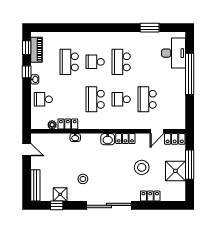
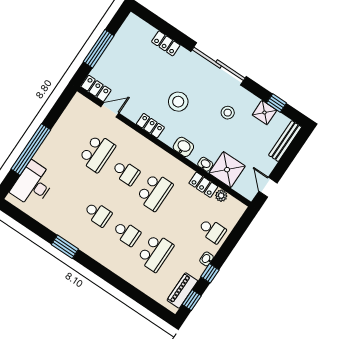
window: (150, 28) -> (65, 247), moved
school desk: (121, 62) -> (98, 214), width x0.54
washbasin: (108, 139) -> (183, 147), moved
stool: (142, 167) -> (178, 102), moved
shower: (175, 171) -> (227, 170), moved

